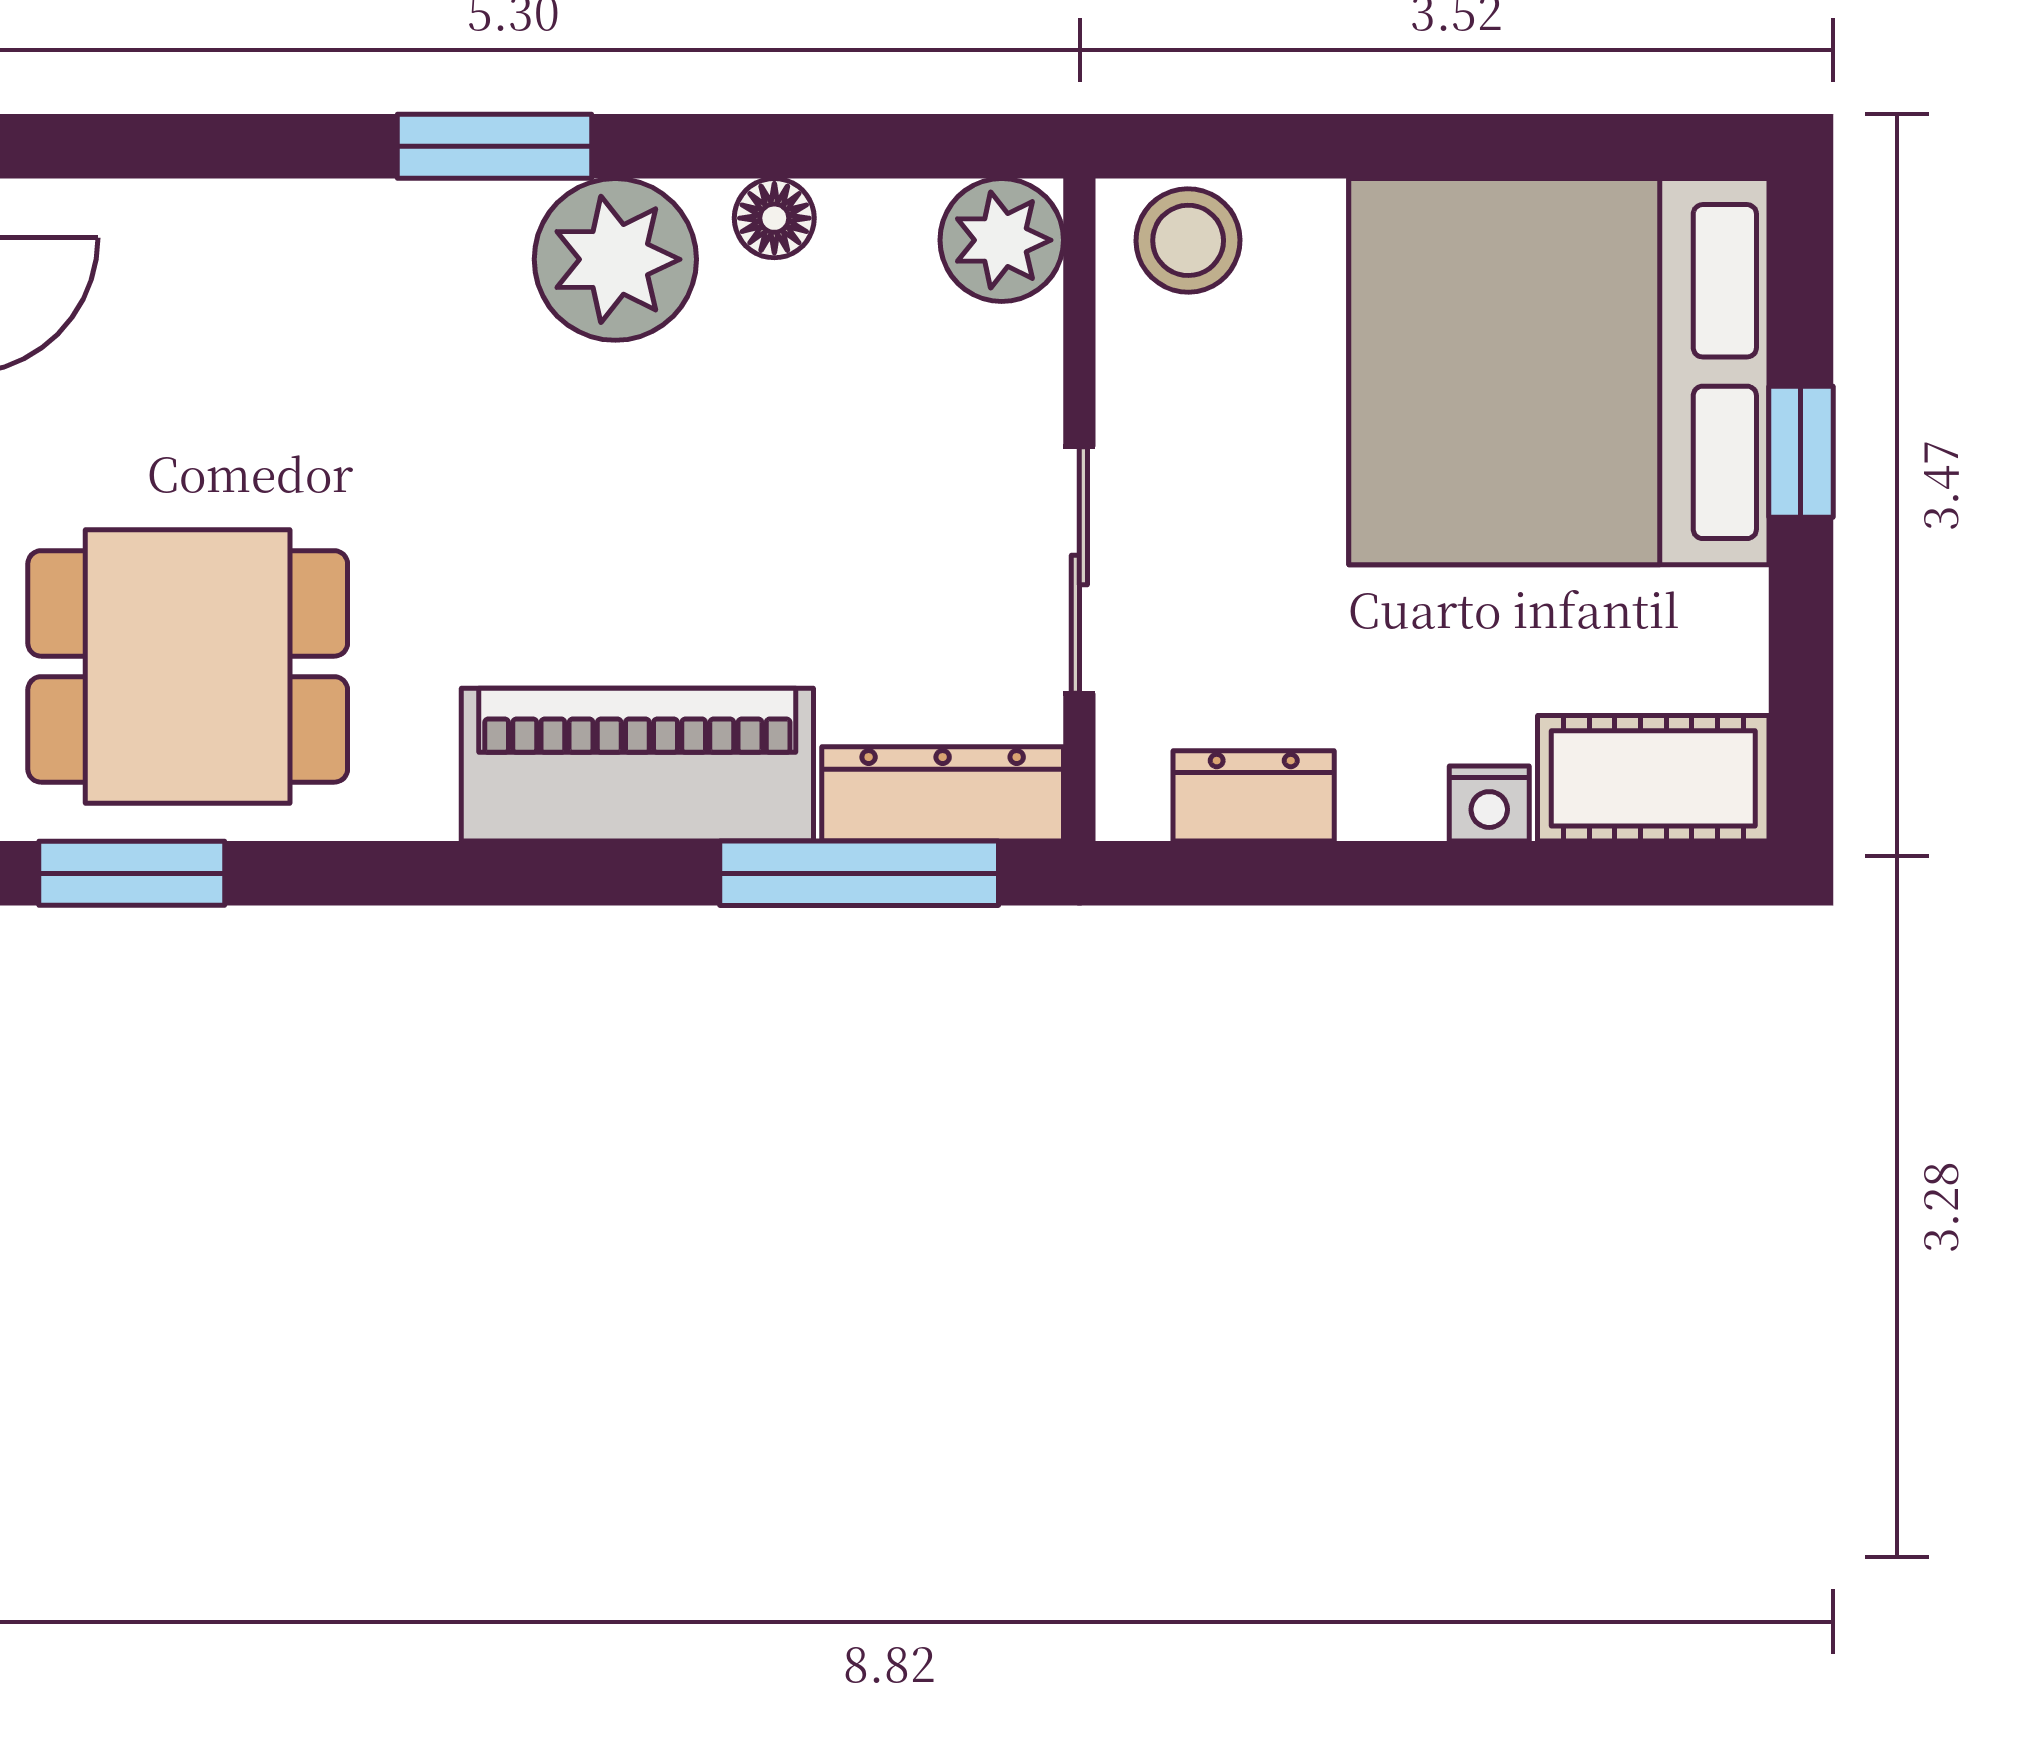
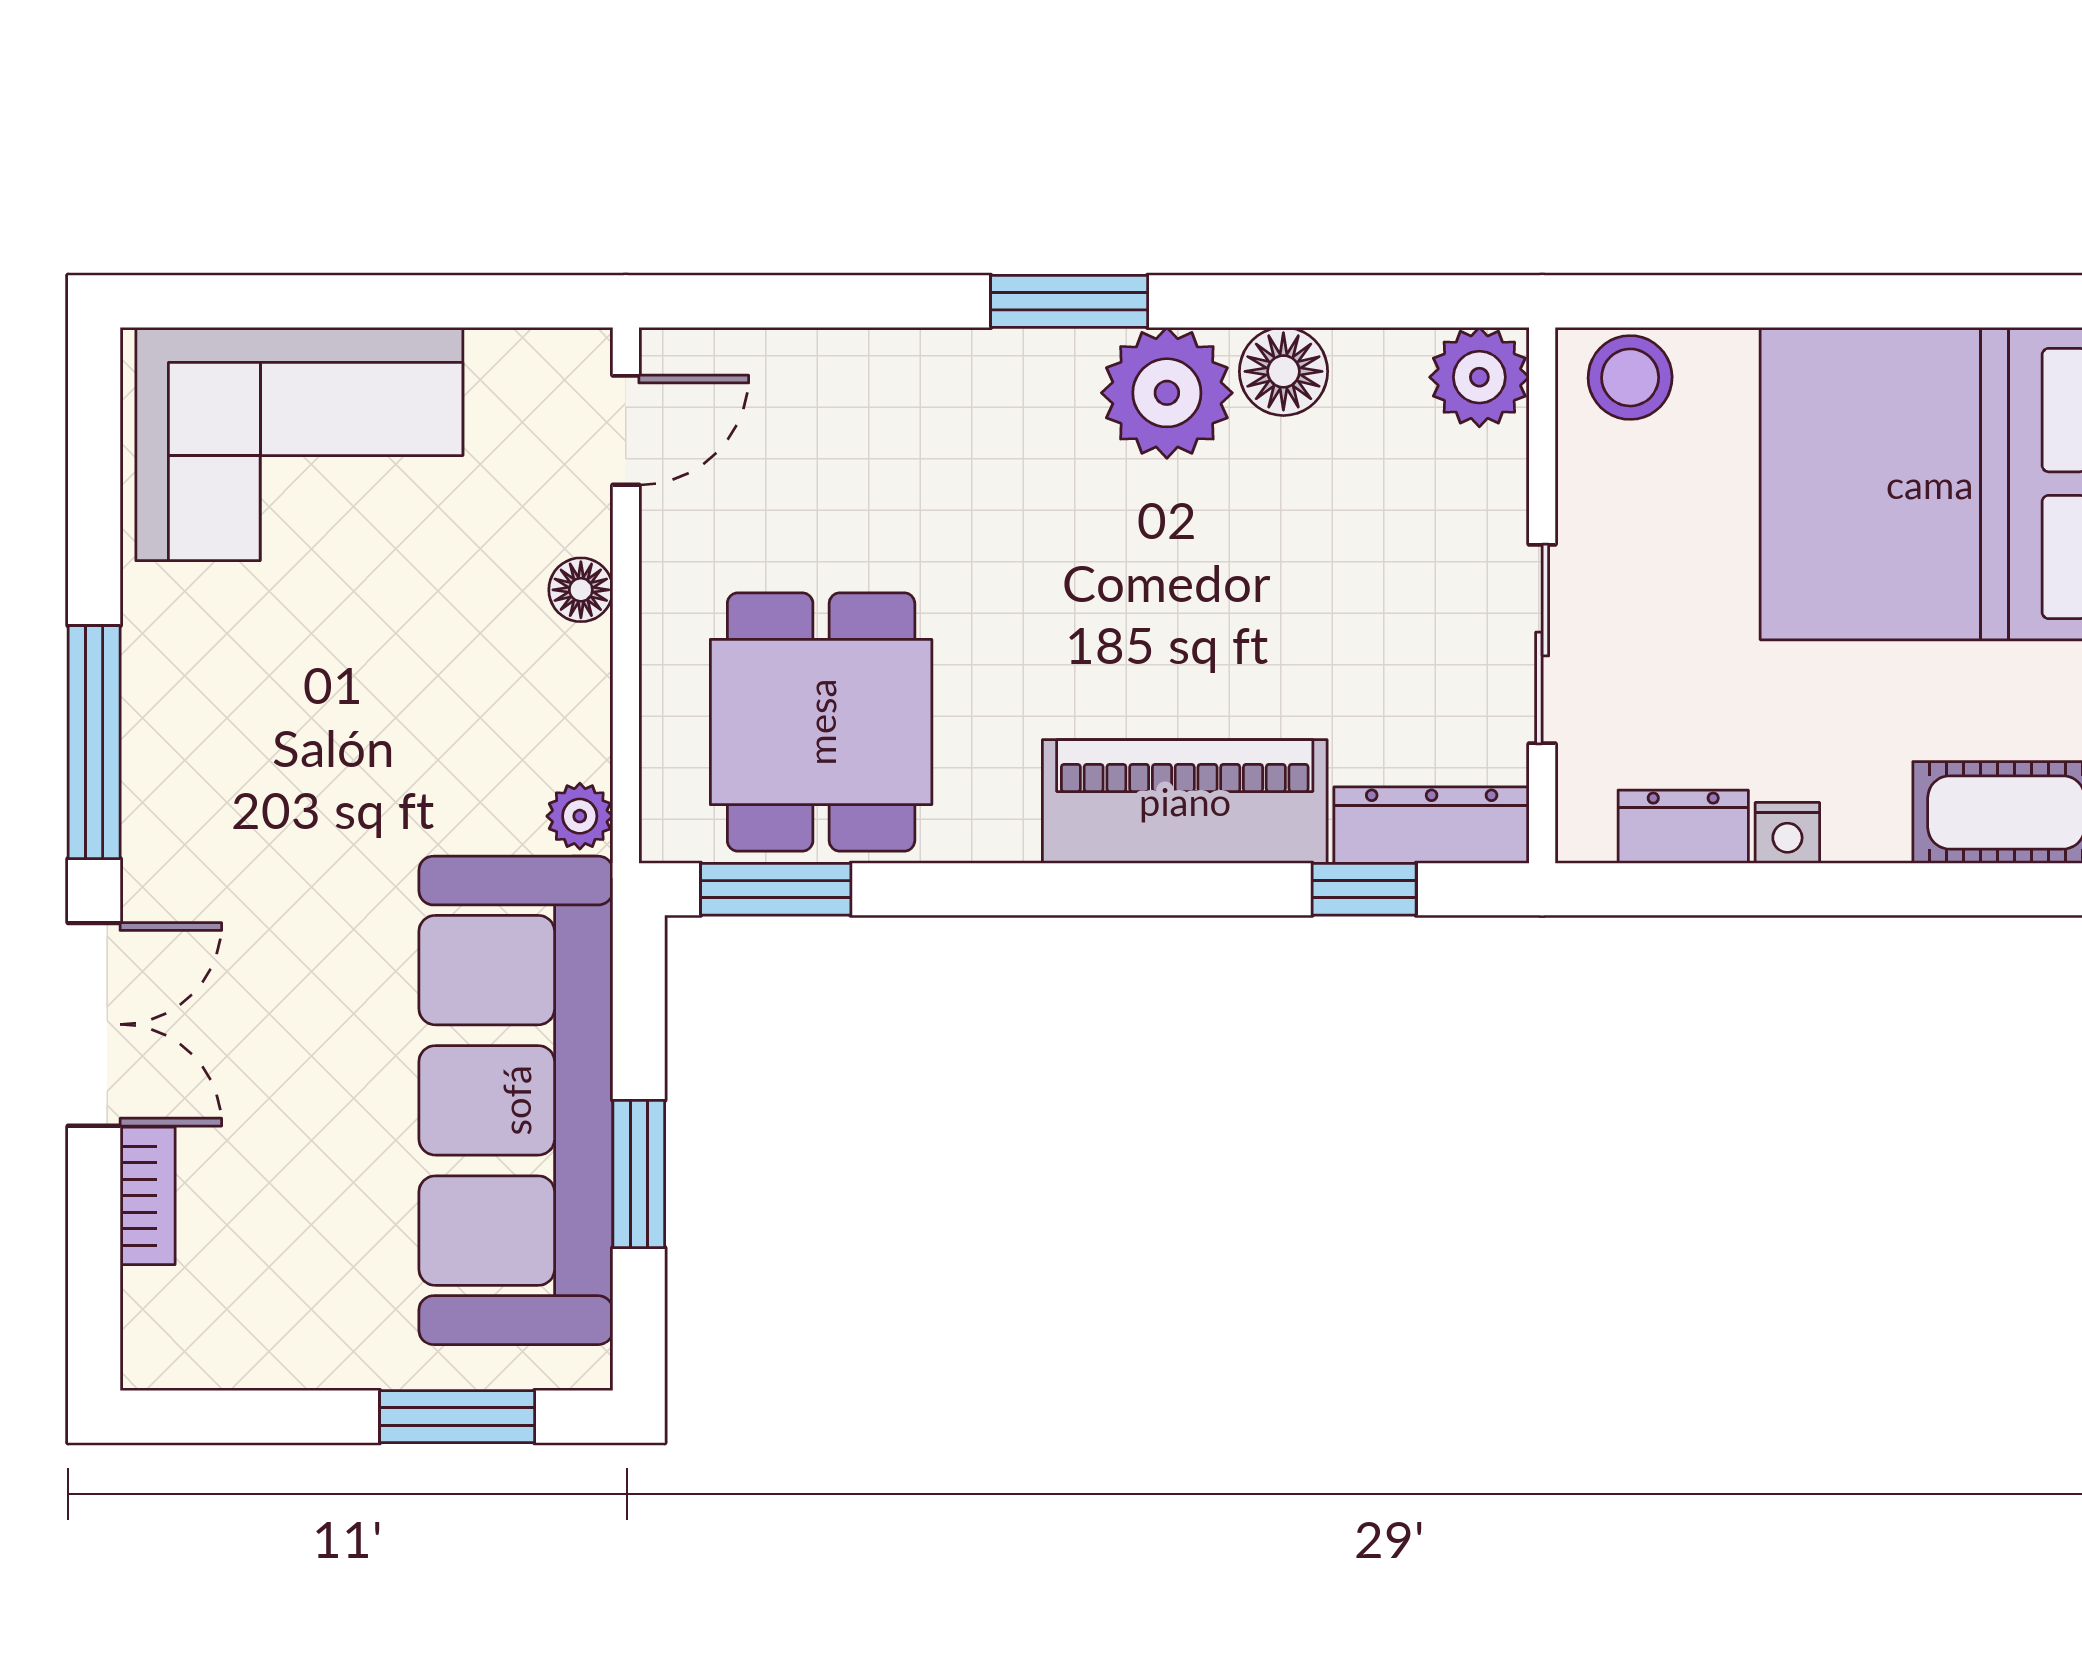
floor lamp: (774, 218) -> (1283, 371), width x1.37, depth x1.37
dining table: (188, 666) -> (821, 722), turned 90
nightstand: (1489, 804) -> (1787, 833), moved
window: (859, 873) -> (1364, 889), width x0.46

